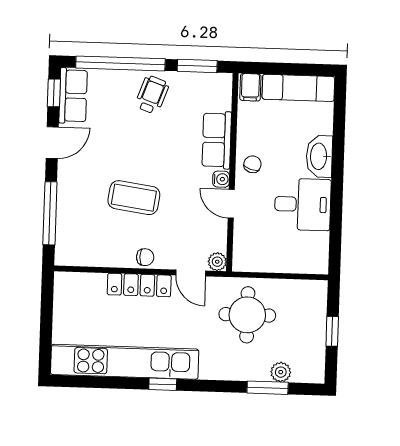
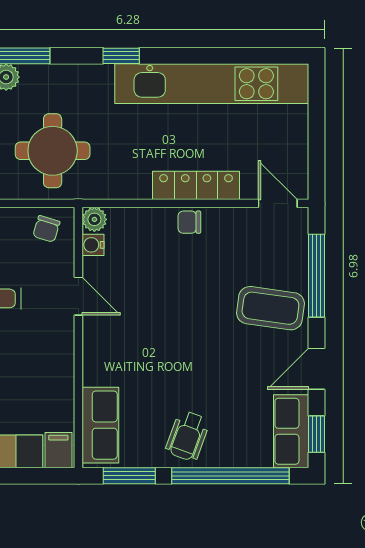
row of seats: (217, 140) -> (100, 425), moved
chair: (252, 164) -> (46, 229), moved
water cooler: (221, 179) -> (93, 245), moved
coffee table: (134, 198) -> (270, 308), moved
door: (191, 273) -> (278, 203), moved
window: (163, 384) -> (121, 56), moved

